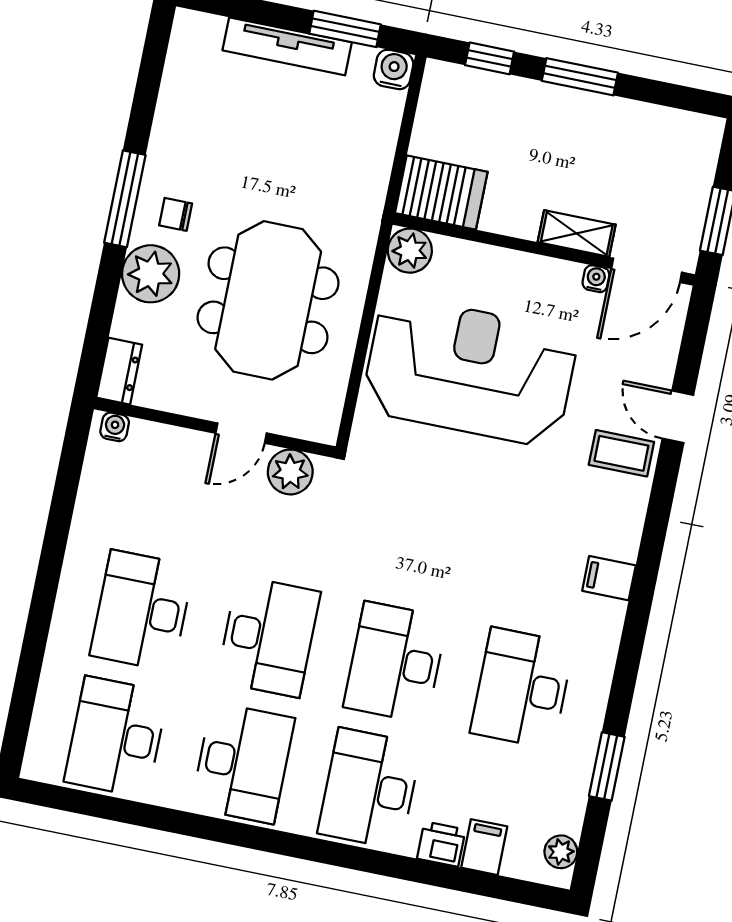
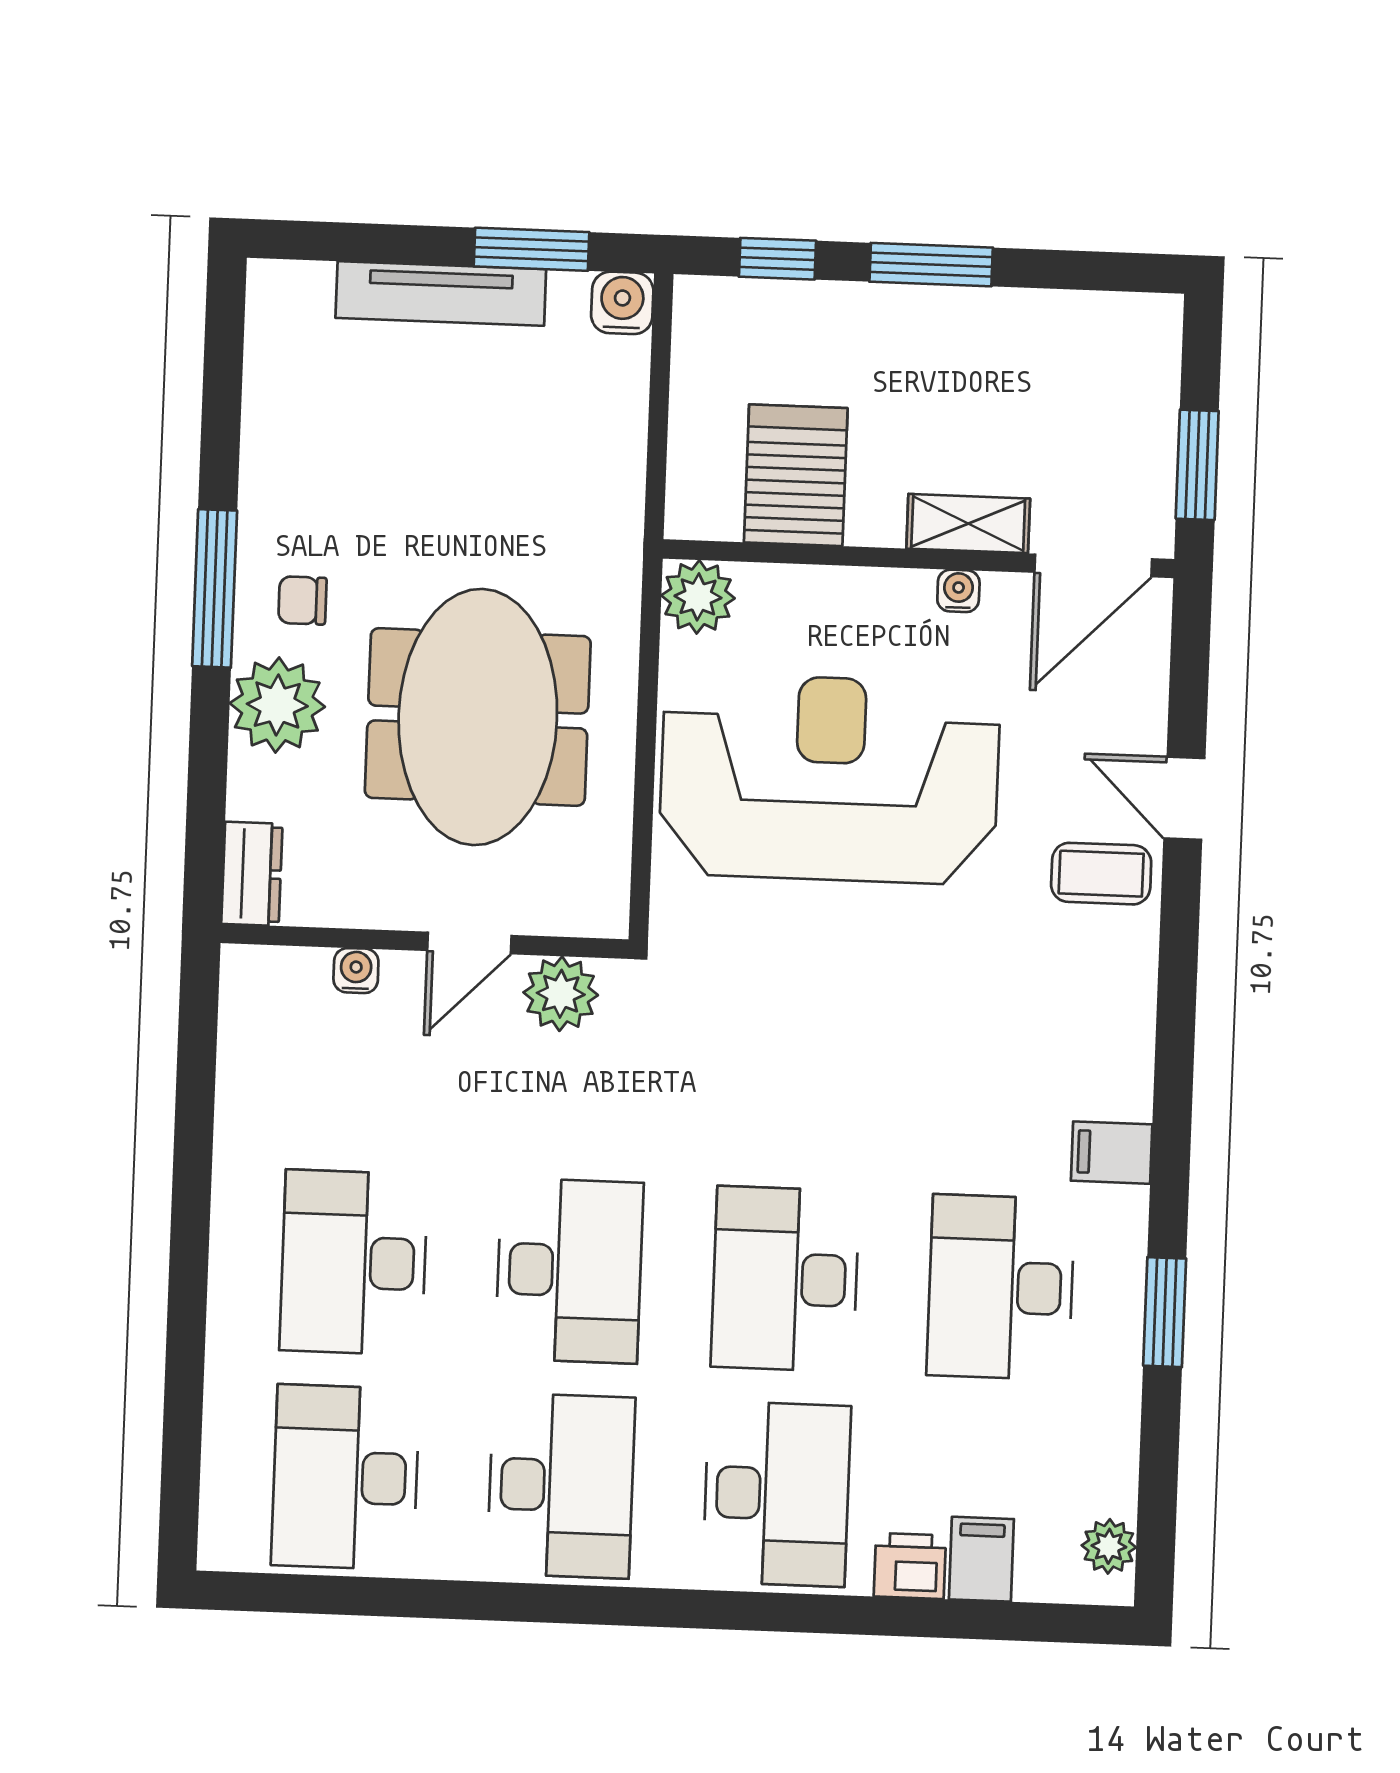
server rack: (441, 192) -> (796, 475), moved, turned -90
water cooler: (596, 279) -> (958, 591), moved
water cooler: (115, 427) -> (356, 971), moved
filing cabinet: (609, 578) -> (1112, 1153), moved
window: (607, 766) -> (1165, 1312), moved
desk: (370, 789) -> (777, 1494), turned 180

